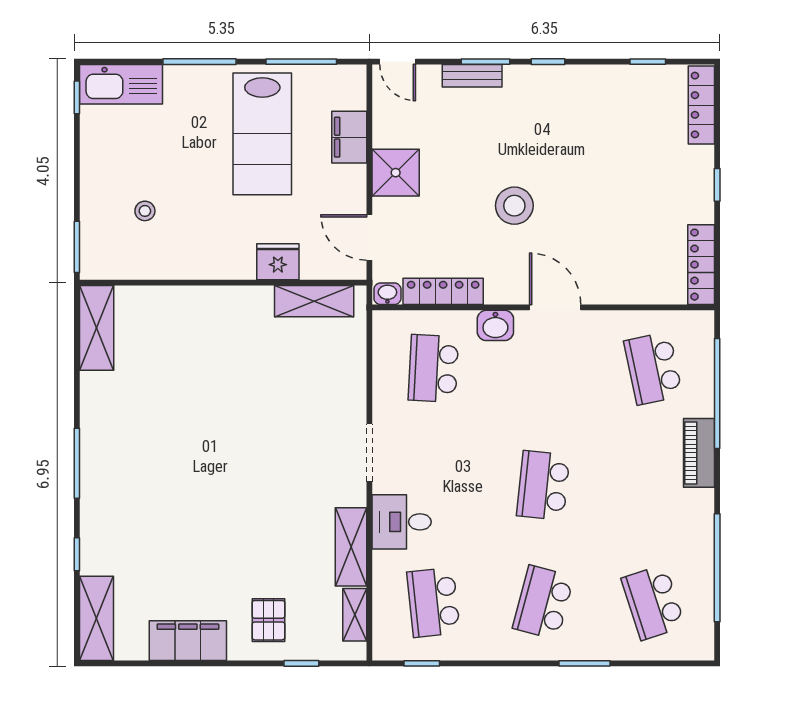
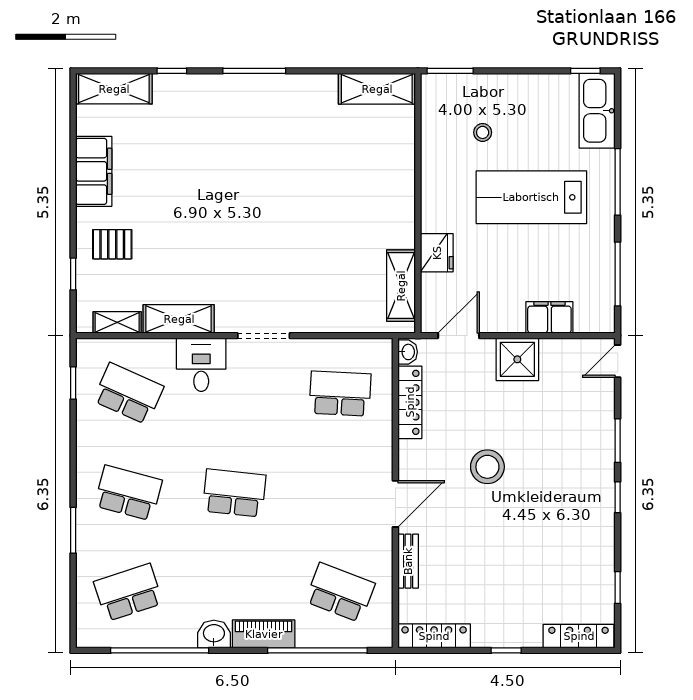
bench: (472, 76) -> (408, 561), moved
lab bench: (262, 134) -> (531, 197), moved
washbasin: (495, 325) -> (214, 634), moved, turned 90
school desk: (653, 368) -> (340, 592), turned 33
school desk: (433, 602) -> (128, 394), turned 30

